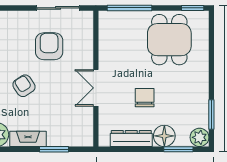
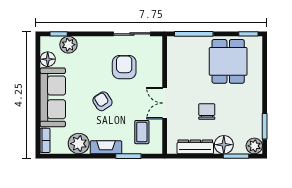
coffee table: (70, 121) -> (142, 132), added

